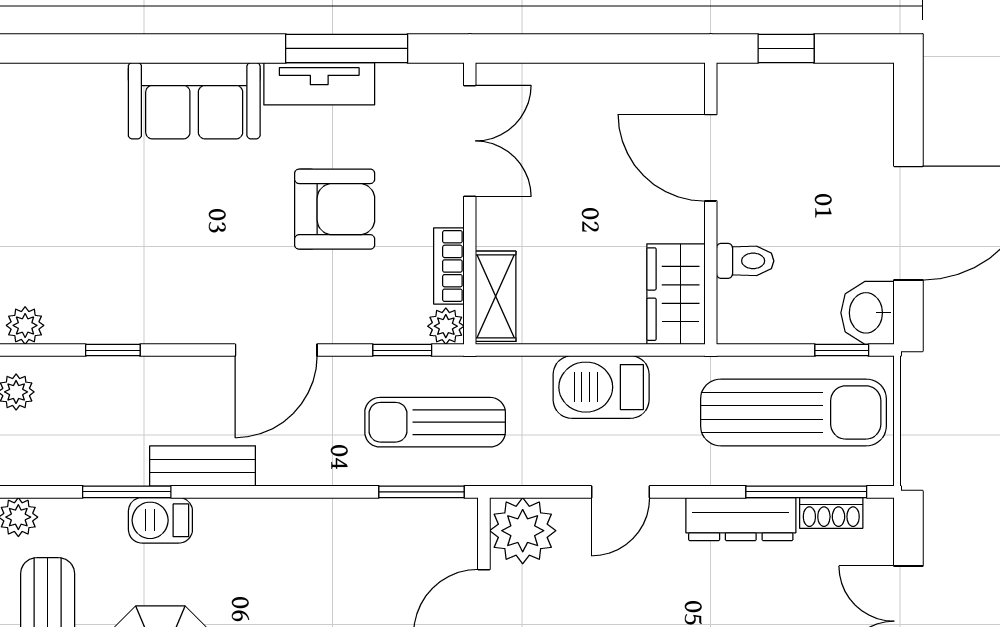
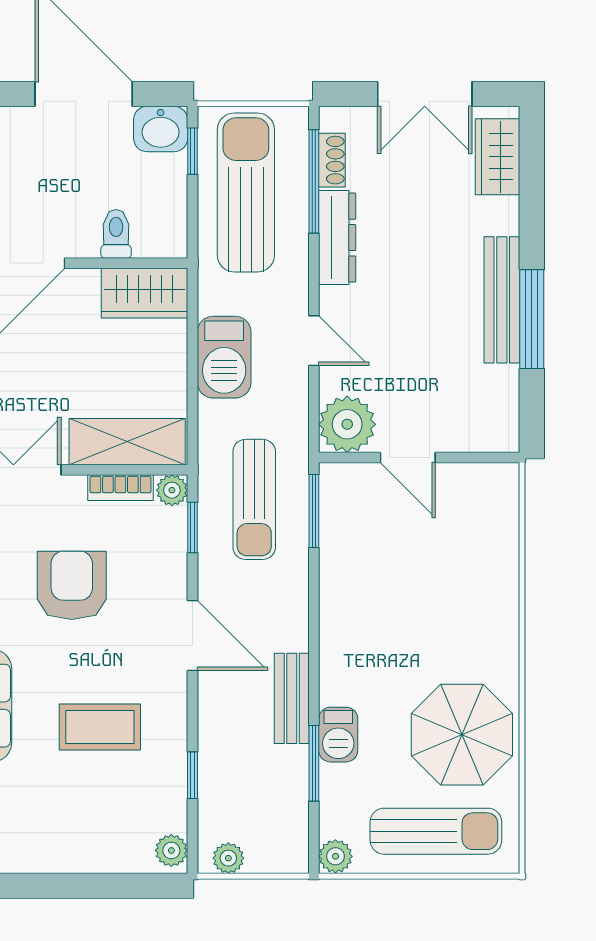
coffee table: (169, 242) -> (100, 727), added
shelving: (496, 296) -> (127, 442), width x1.50, depth x1.33

